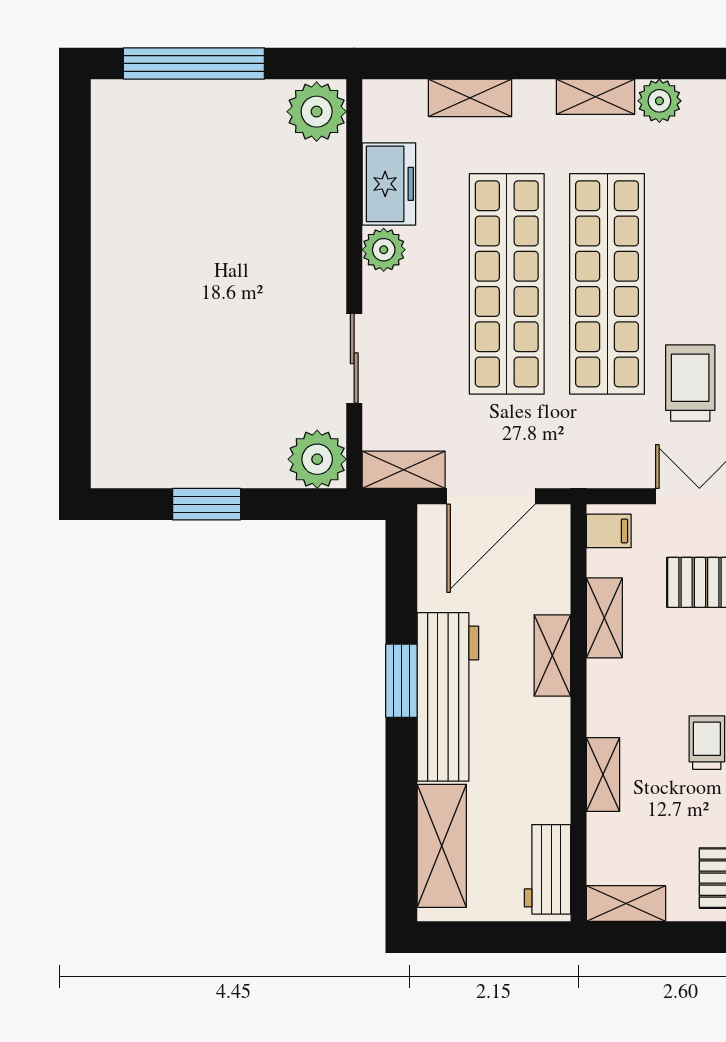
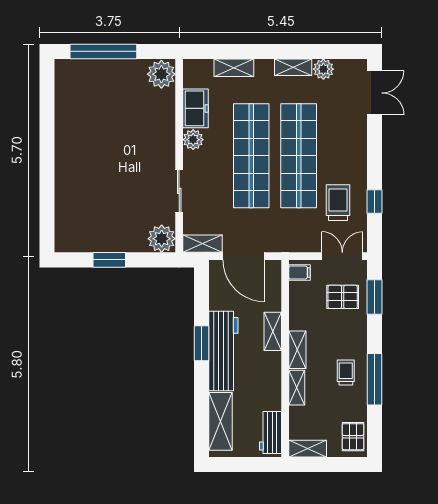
door: (491, 496) -> (244, 256), hinge flipped
shelving: (604, 618) -> (297, 350), moved

